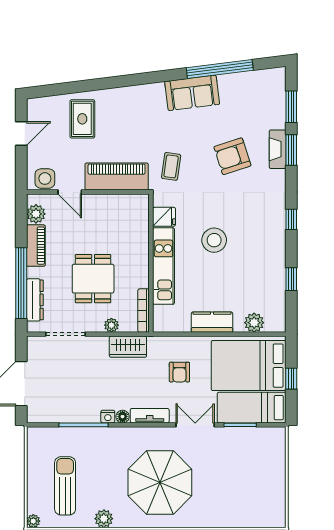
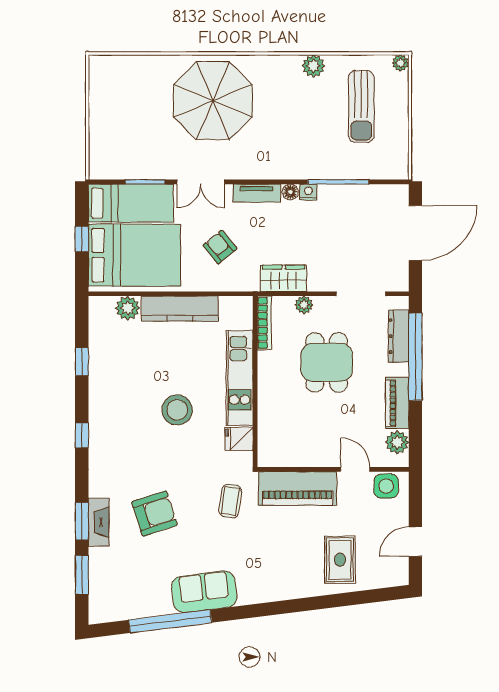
kitchen counter: (212, 322) -> (180, 309), width x1.50
armchair: (179, 372) -> (220, 247), turned -39
parasol: (160, 482) -> (213, 101), moved

